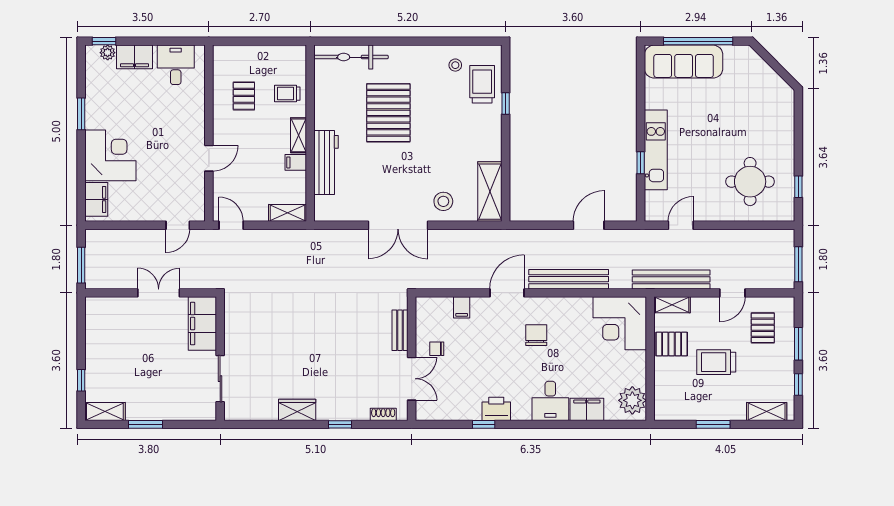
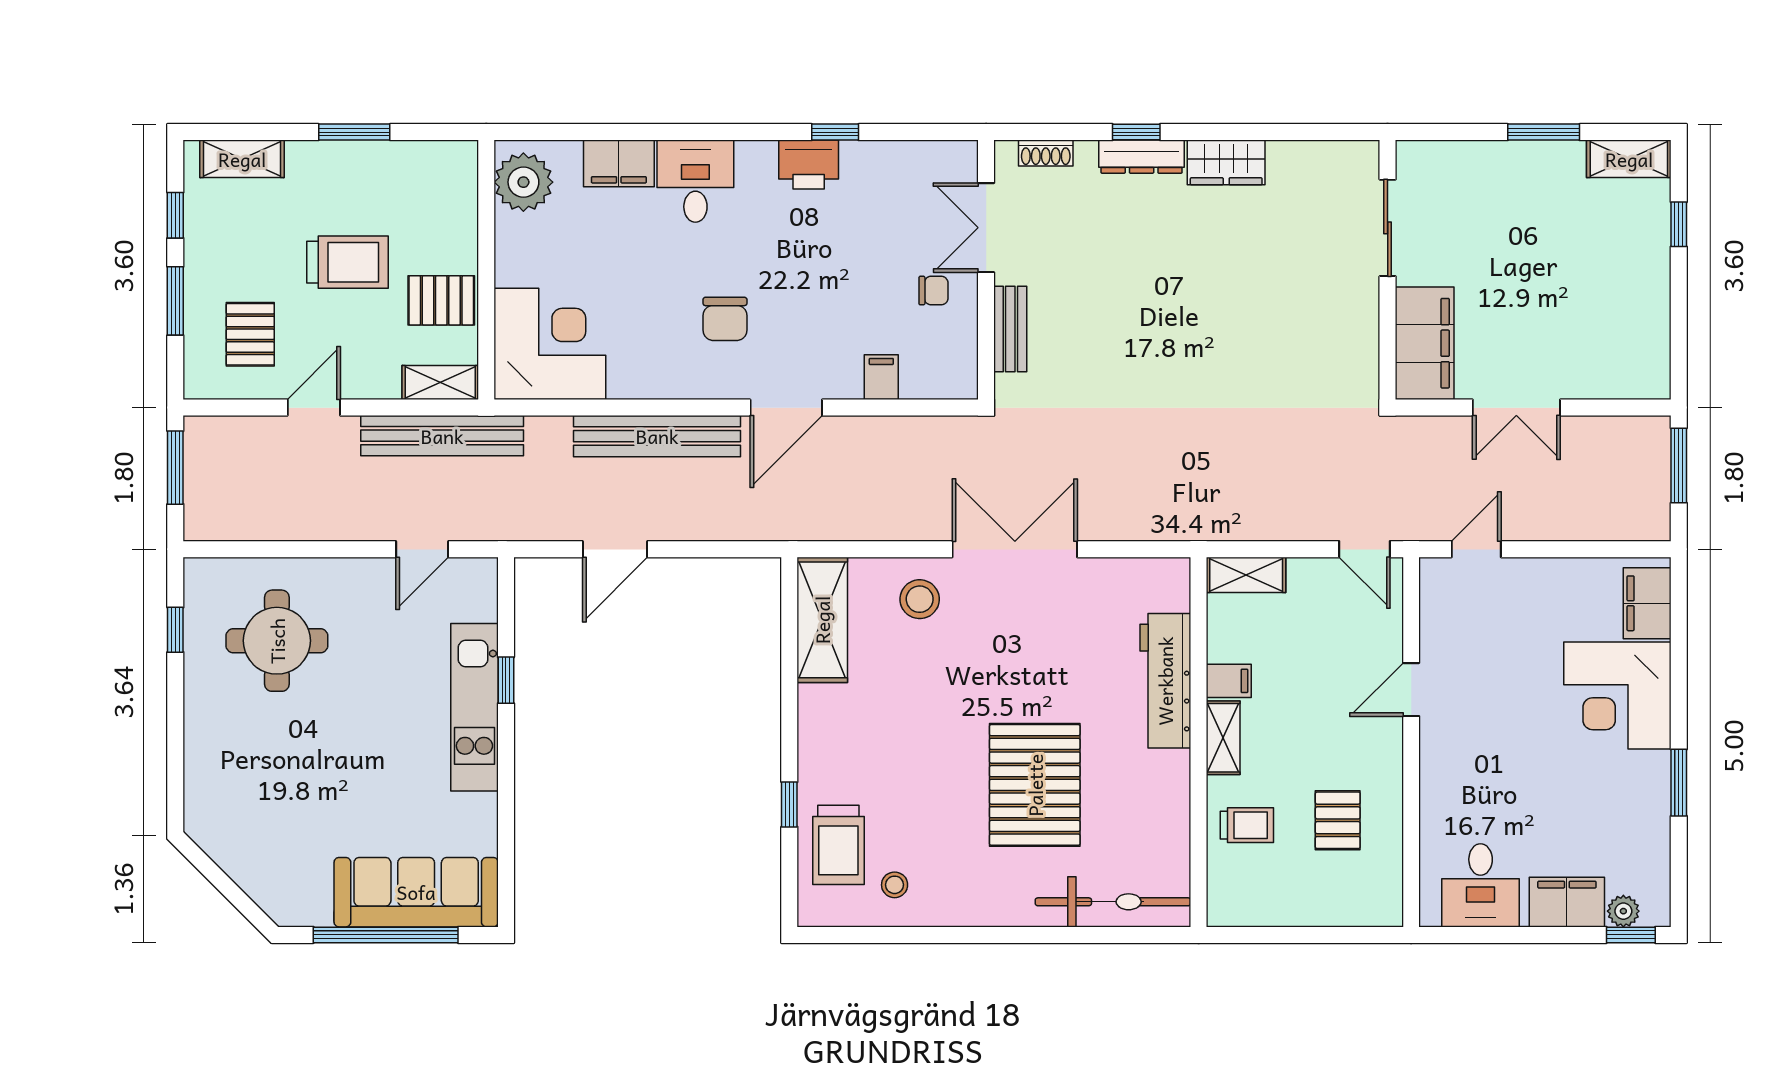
dresser: (337, 413) -> (1142, 157), added

